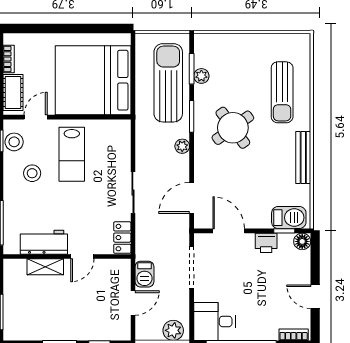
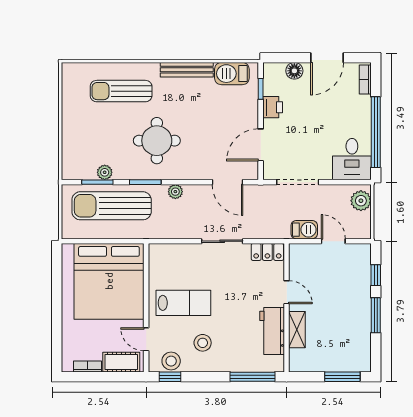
sun lounger: (282, 92) -> (121, 91), turned 180
round table: (233, 128) -> (157, 141), turned 36
barbecue: (289, 218) -> (232, 74), moved, turned -90
floor lamp: (302, 241) -> (294, 71), moved
door: (315, 297) -> (327, 58), width x1.37

